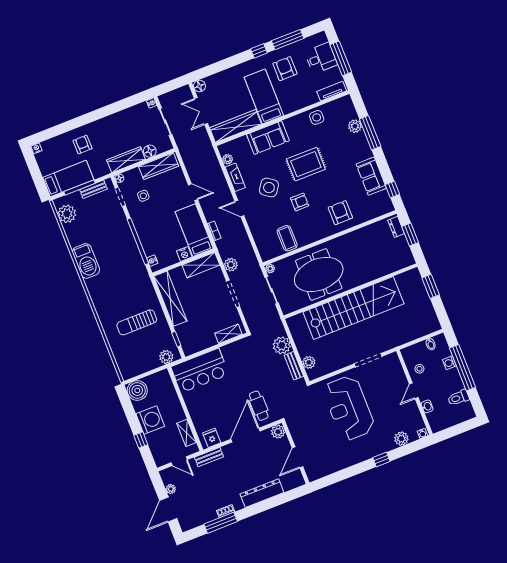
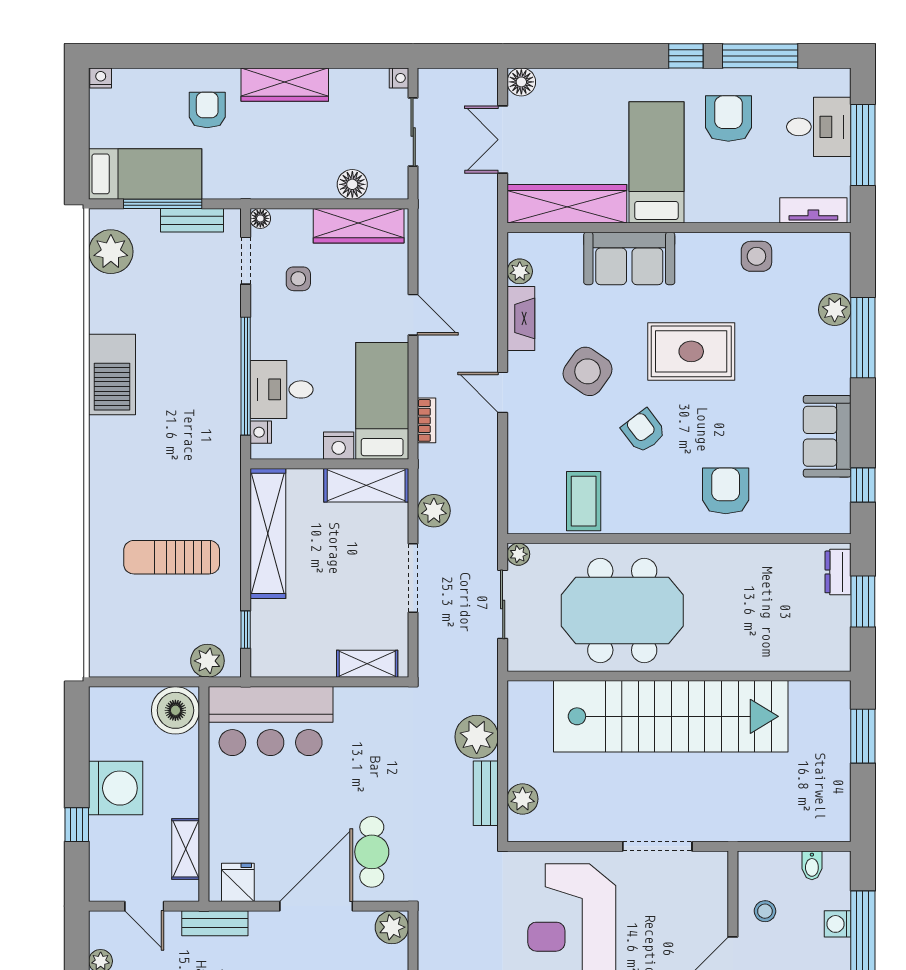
wardrobe: (126, 160) -> (285, 85), moved, turned 180
armchair: (300, 202) -> (644, 431), turned -127
desk: (154, 241) -> (282, 389), added
boiler: (137, 390) -> (175, 710), moved

